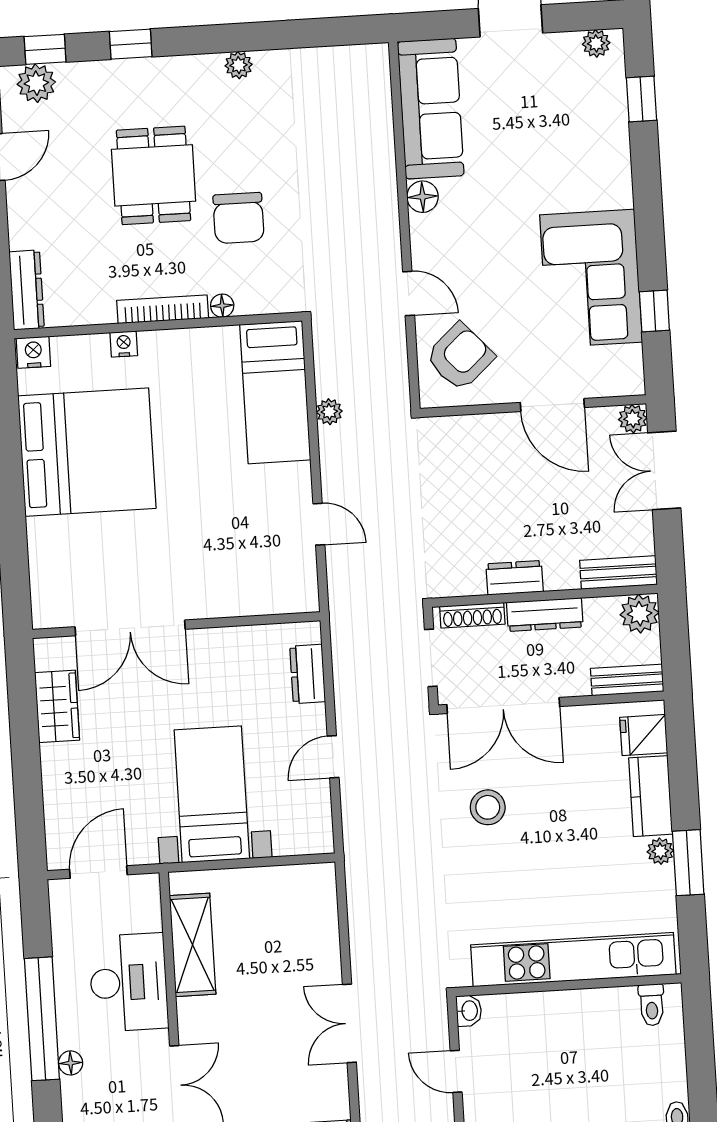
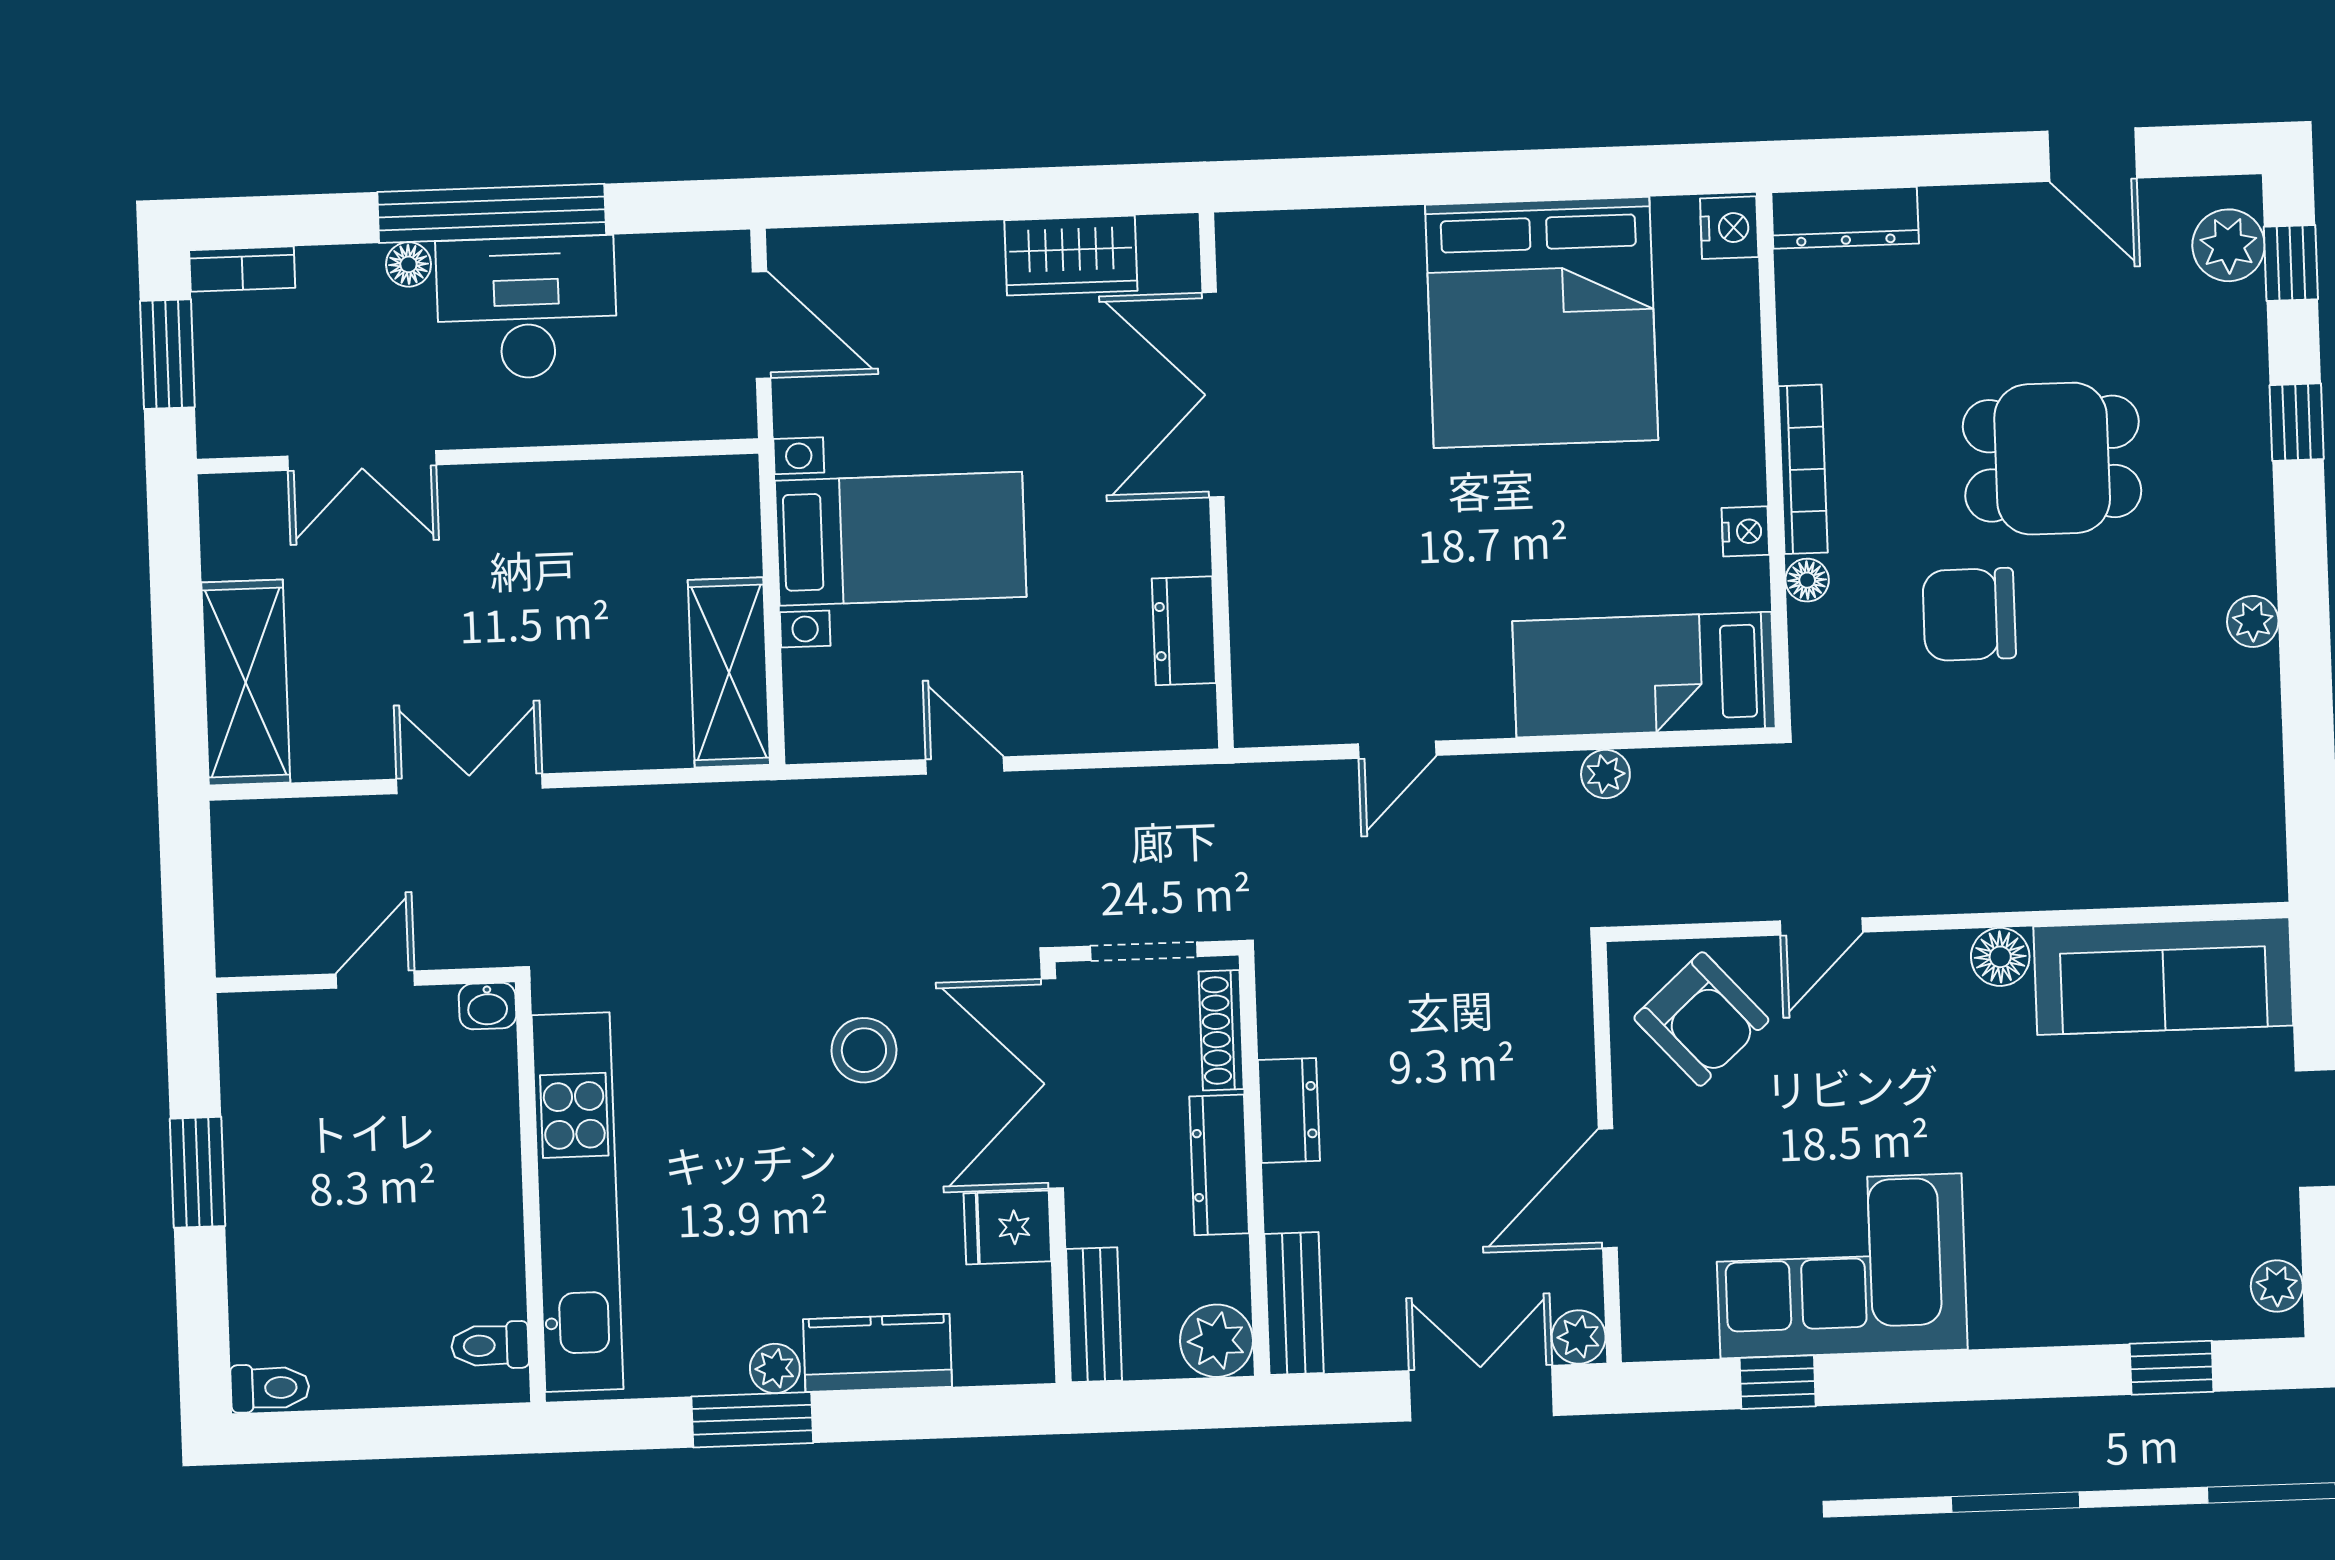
nightstand: (124, 344) -> (1745, 531), moved
dresser: (308, 674) -> (1184, 631), moved, turned -90
fridge: (644, 735) -> (1007, 1227), moved, turned -90
shelving: (193, 945) -> (729, 672), moved, turned 90
desk: (129, 982) -> (527, 308), moved, turned 180

